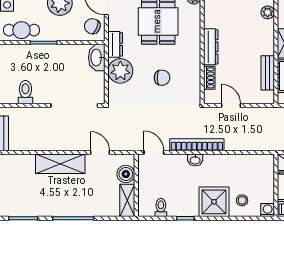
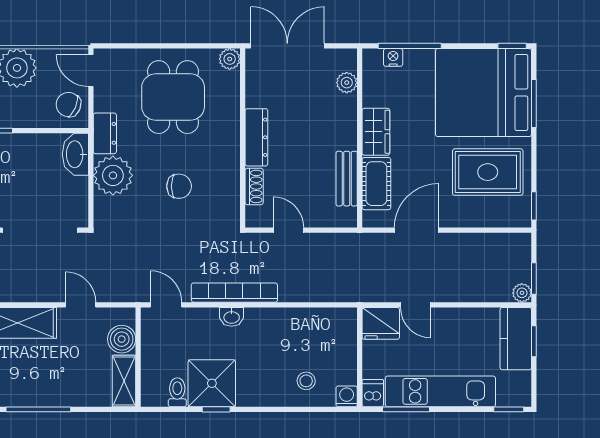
shower: (214, 202) -> (212, 383), moved

